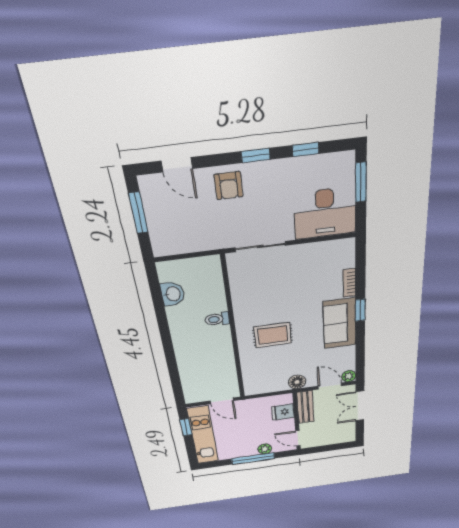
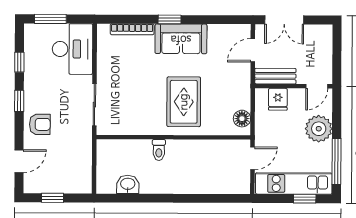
window: (138, 213) -> (53, 198), width x0.67
bookcase: (349, 283) -> (132, 29), width x1.56
rug: (273, 335) -> (184, 102), width x1.36, depth x1.43
plant: (349, 376) -> (244, 31), removed
floor lamp: (297, 382) -> (242, 119), moved
window: (186, 427) -> (305, 199), moved
plant: (265, 449) -> (319, 129), width x1.88, depth x1.88
window: (253, 459) -> (337, 161), moved

